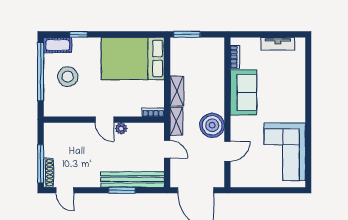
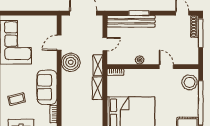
stool: (68, 77) -> (190, 82), moved
coffee table: (284, 77) -> (17, 99), added
door: (104, 120) -> (166, 67), moved
door: (167, 149) -> (105, 44), swing flipped

